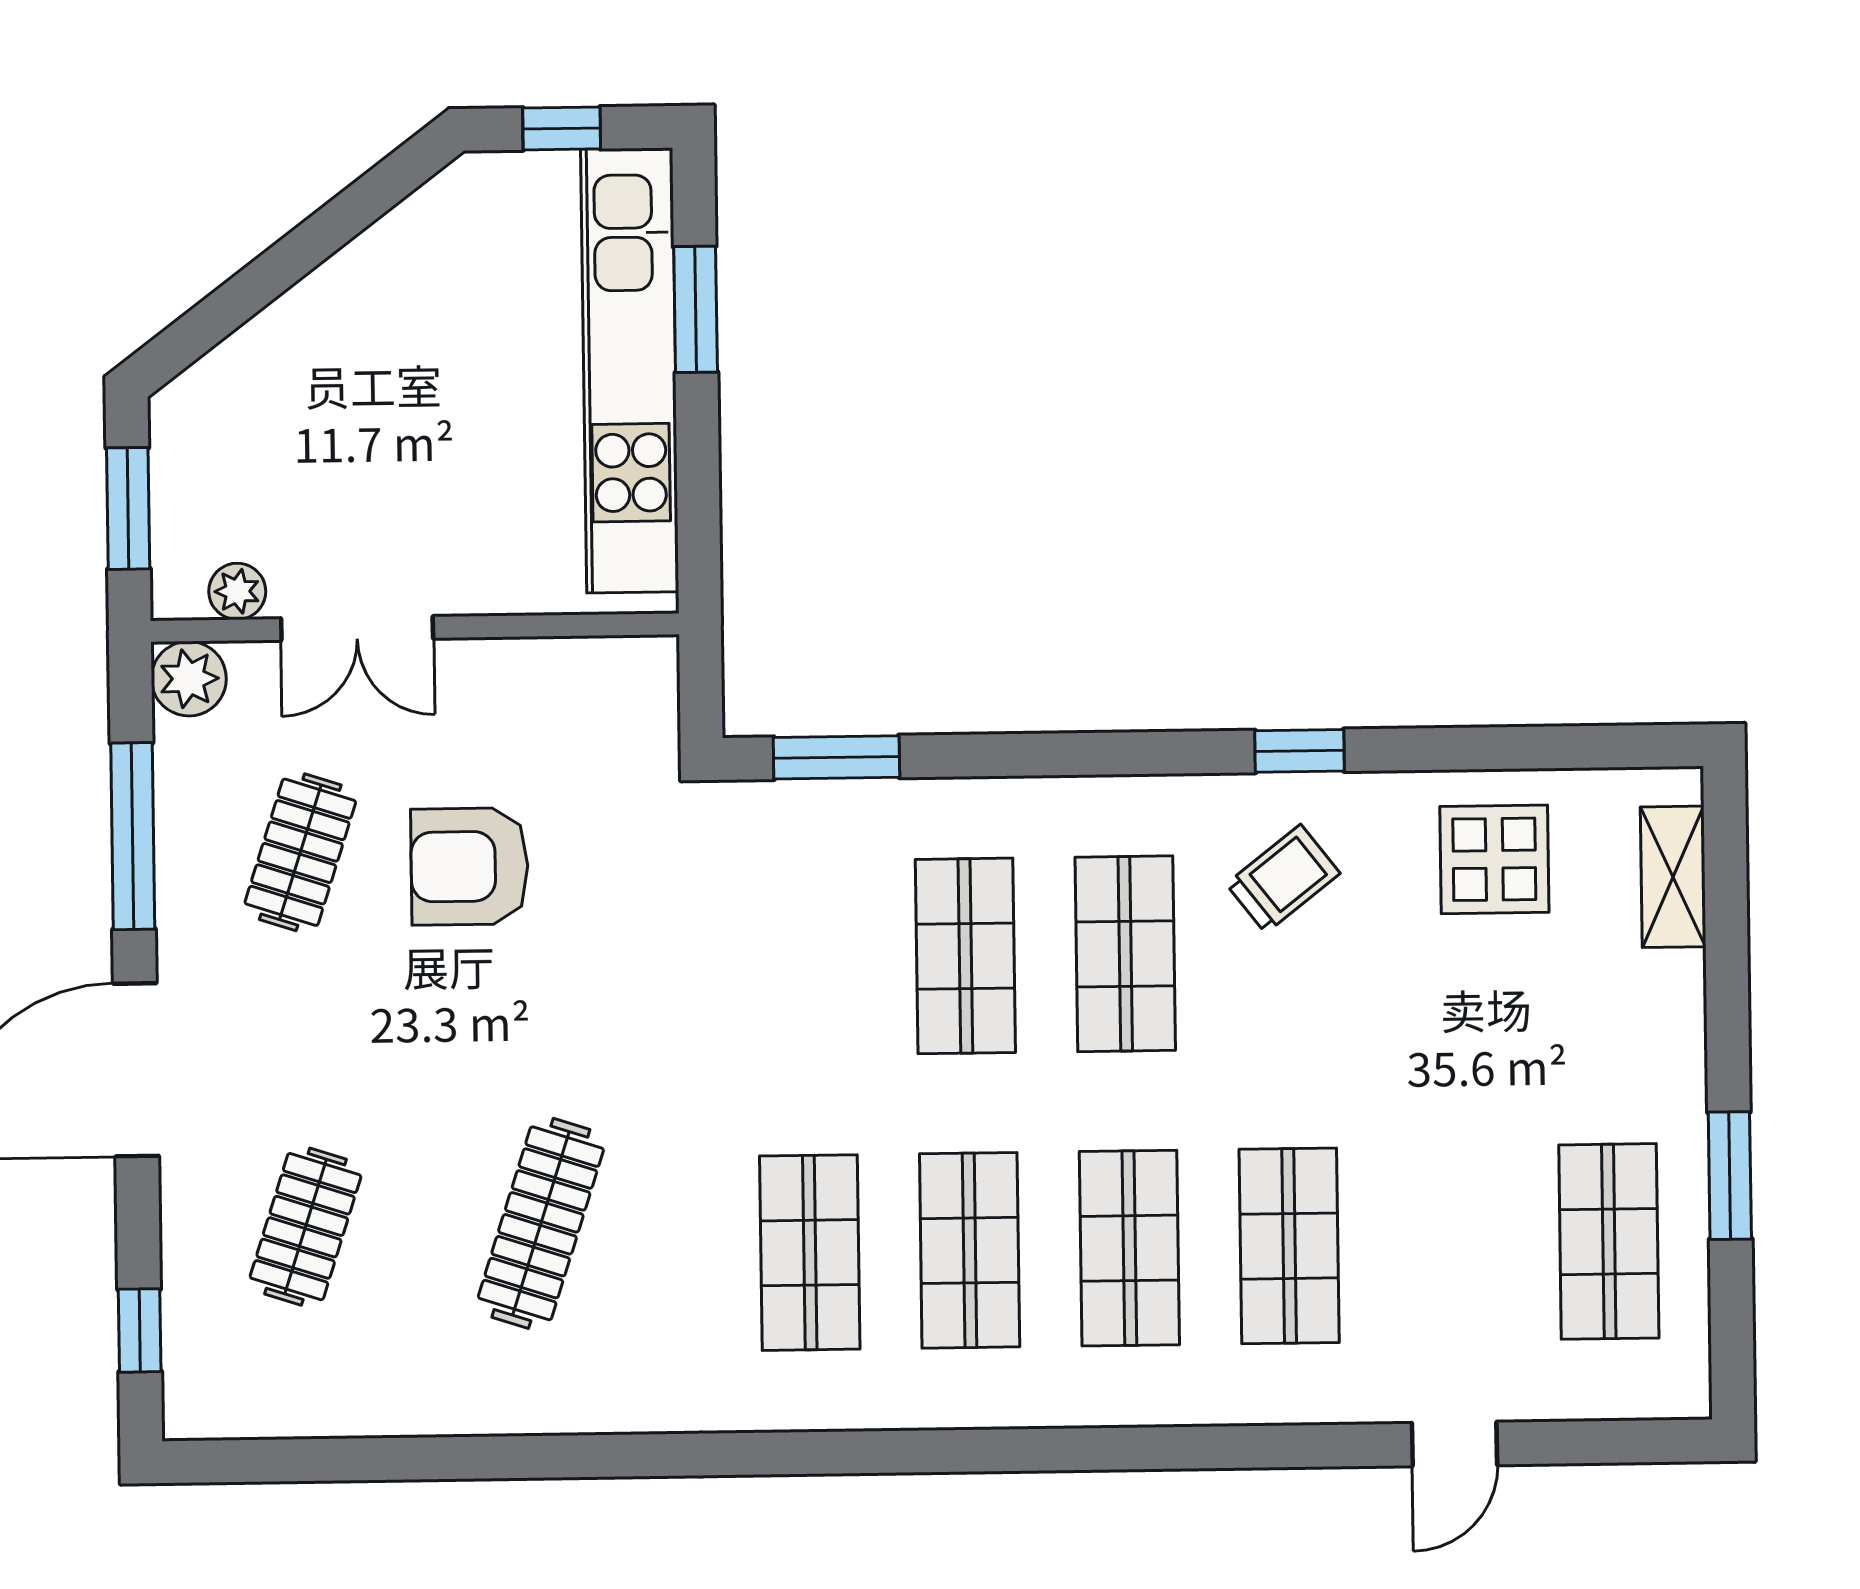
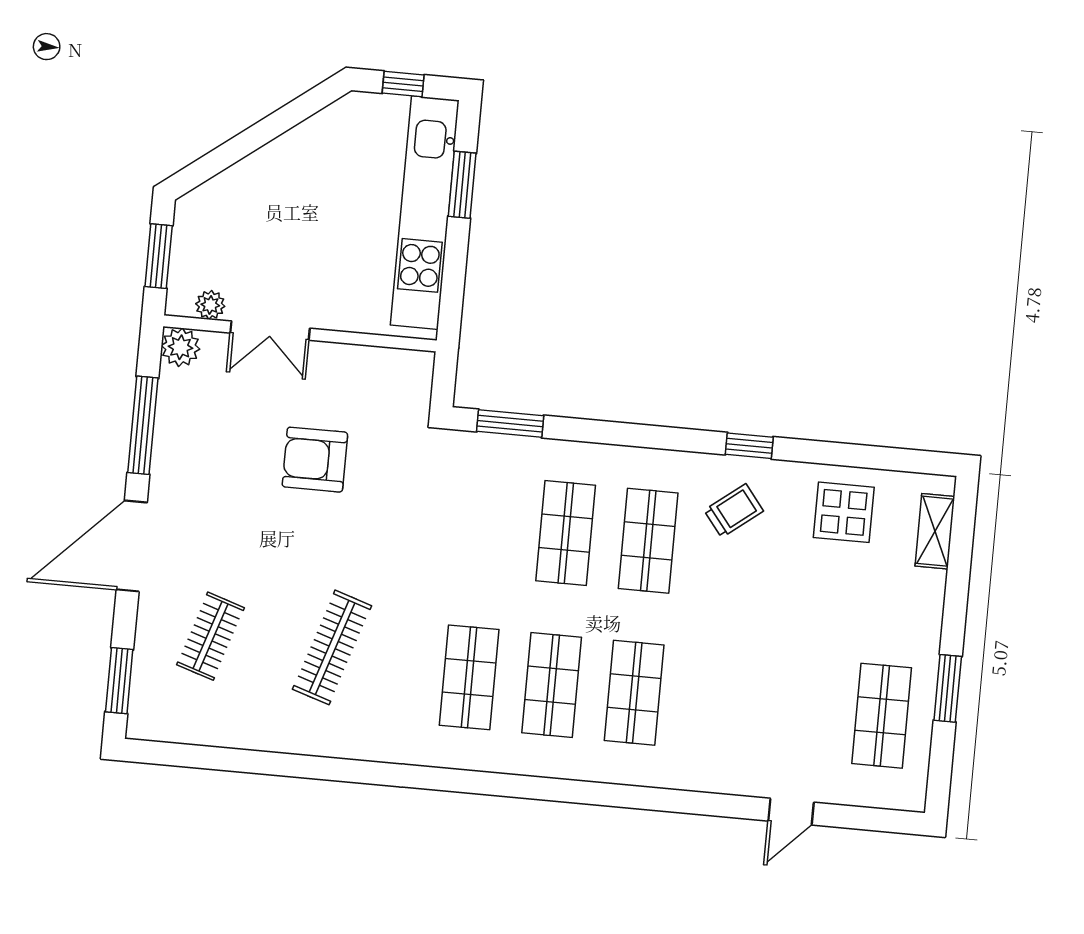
clothes rail: (300, 852) -> (228, 443), removed
shop shelf: (1289, 1246) -> (717, 700), removed
window: (140, 1330) -> (119, 681), width x1.50

